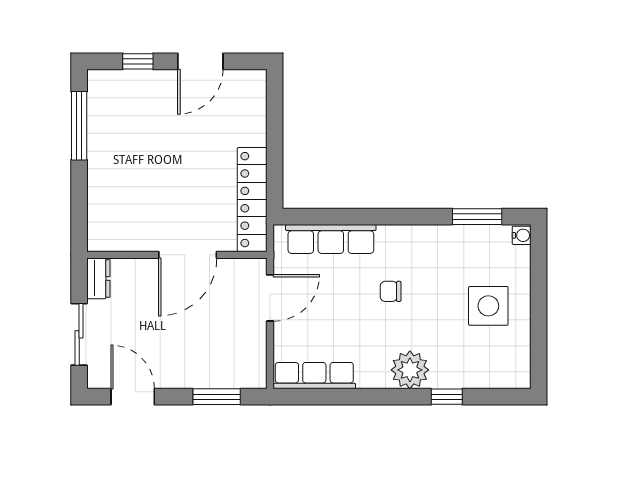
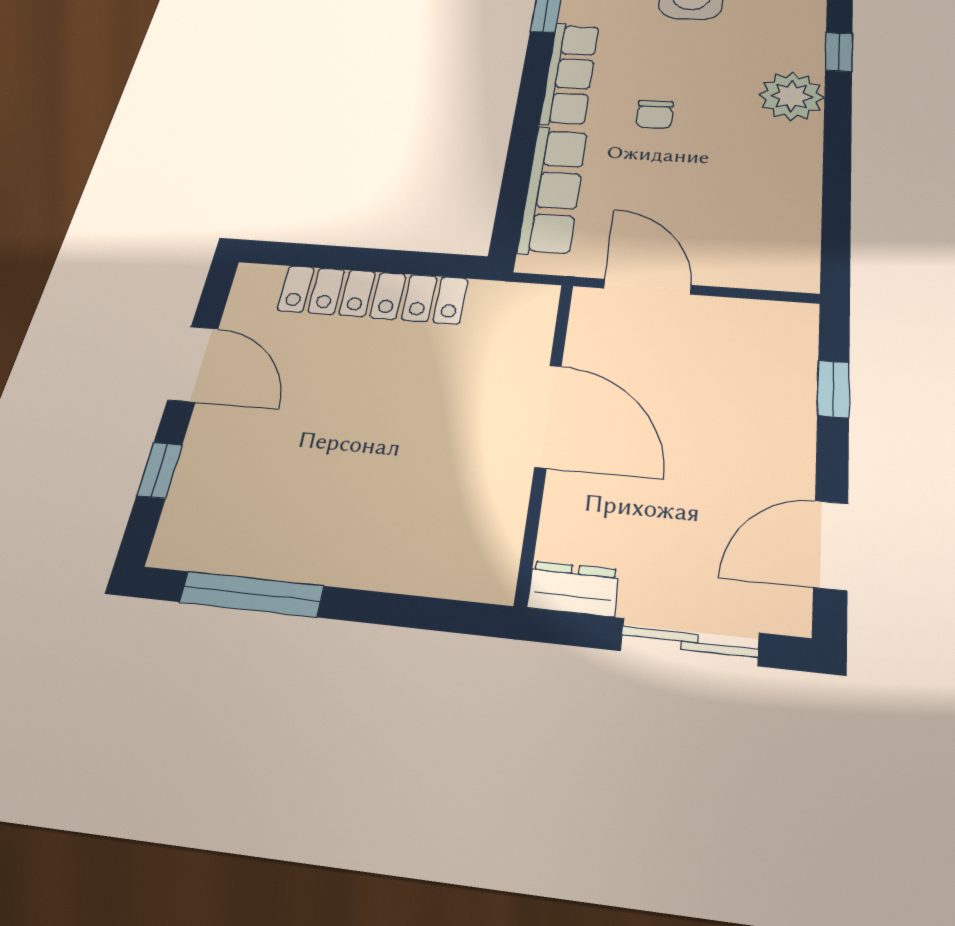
locker: (252, 200) -> (373, 295), moved
row of seats: (314, 376) -> (570, 74), moved, turned 180
window: (217, 397) -> (833, 389), width x0.67

